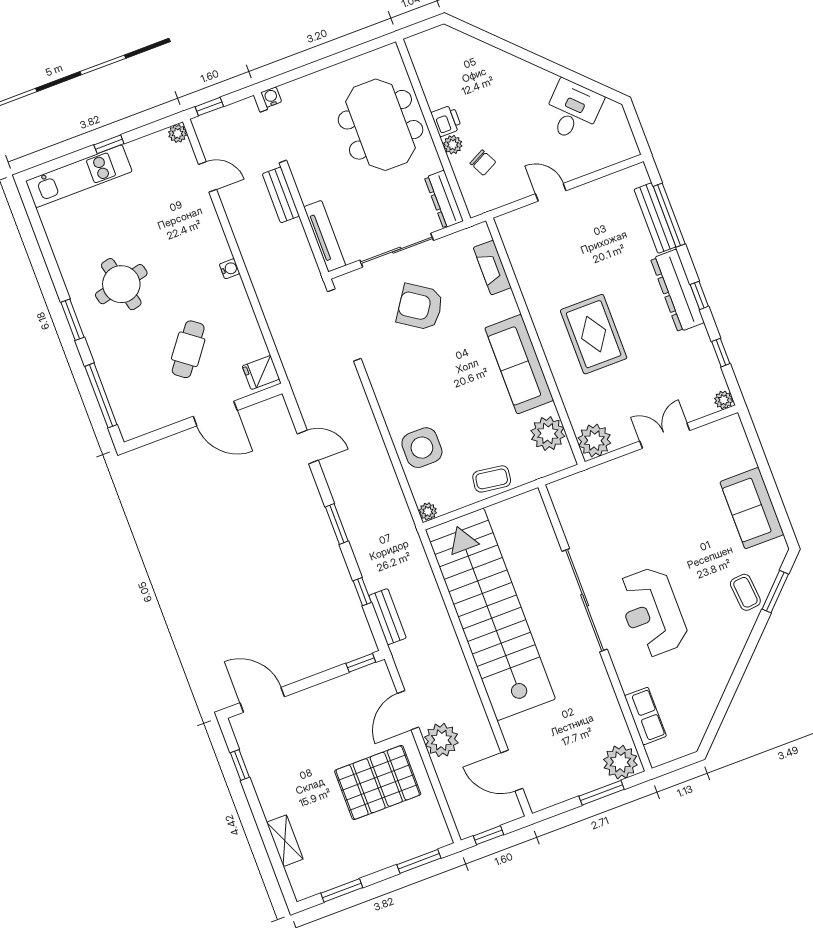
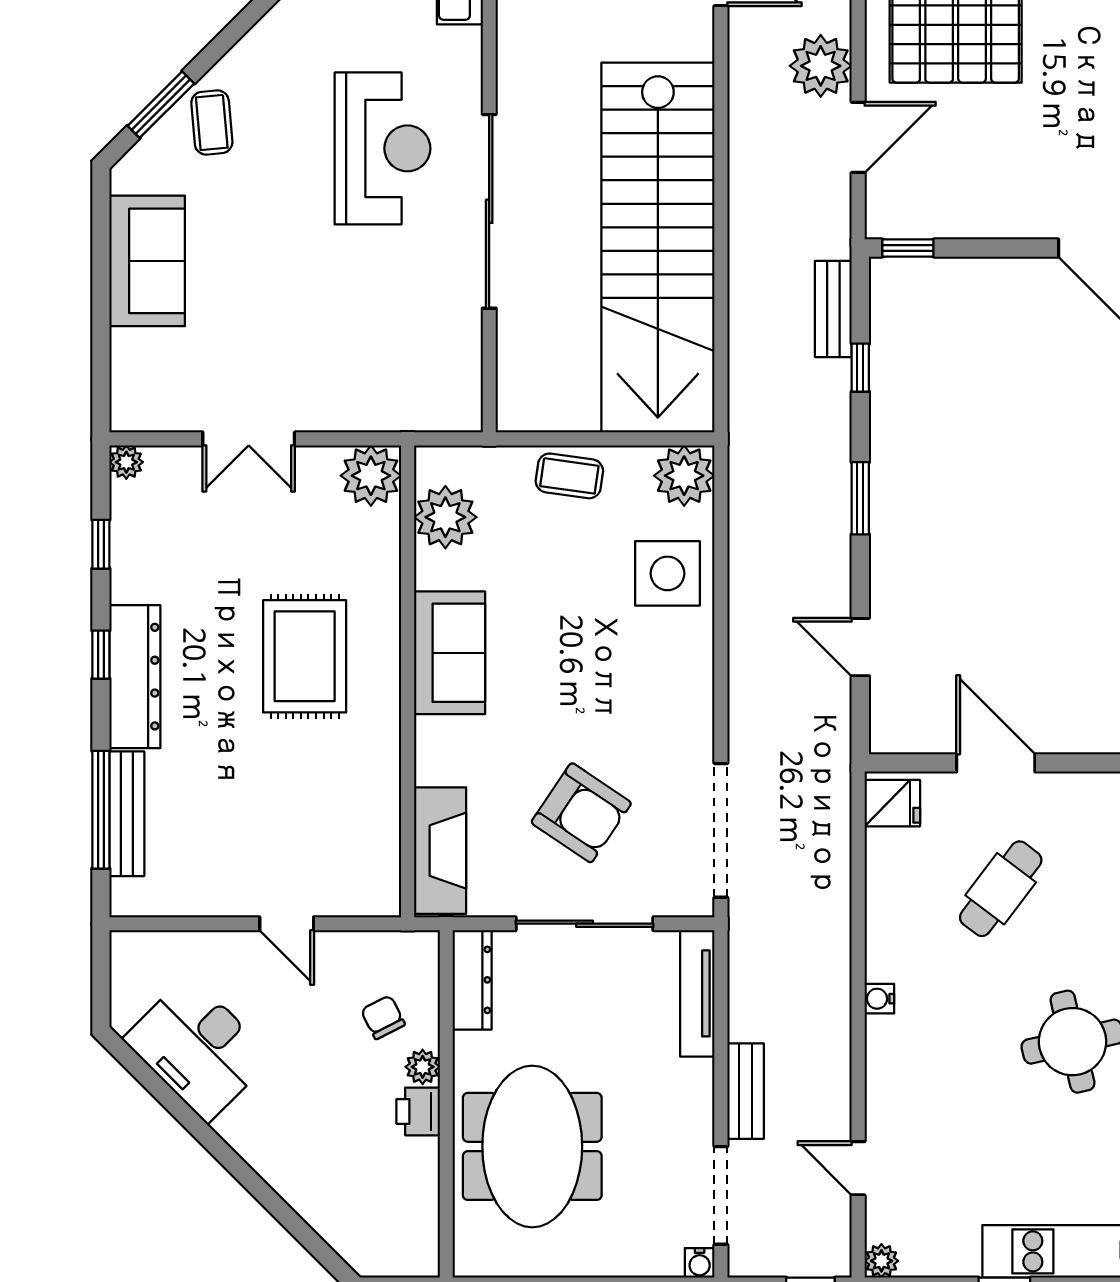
desk: (572, 111) -> (198, 1048), width x1.37
fireplace: (492, 268) -> (440, 851), width x1.37, depth x1.32
sofa: (519, 364) -> (450, 653), width x0.73
plant: (428, 511) -> (684, 476), width x1.87, depth x1.87

